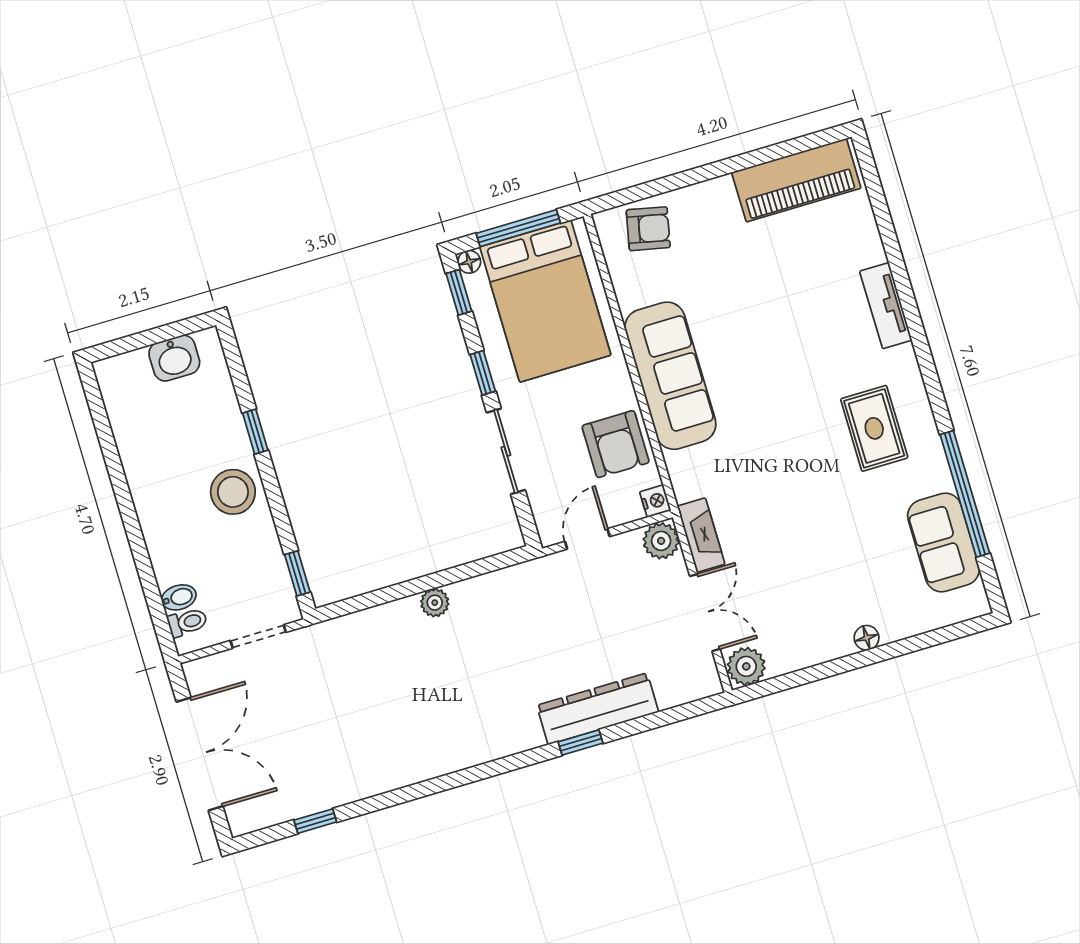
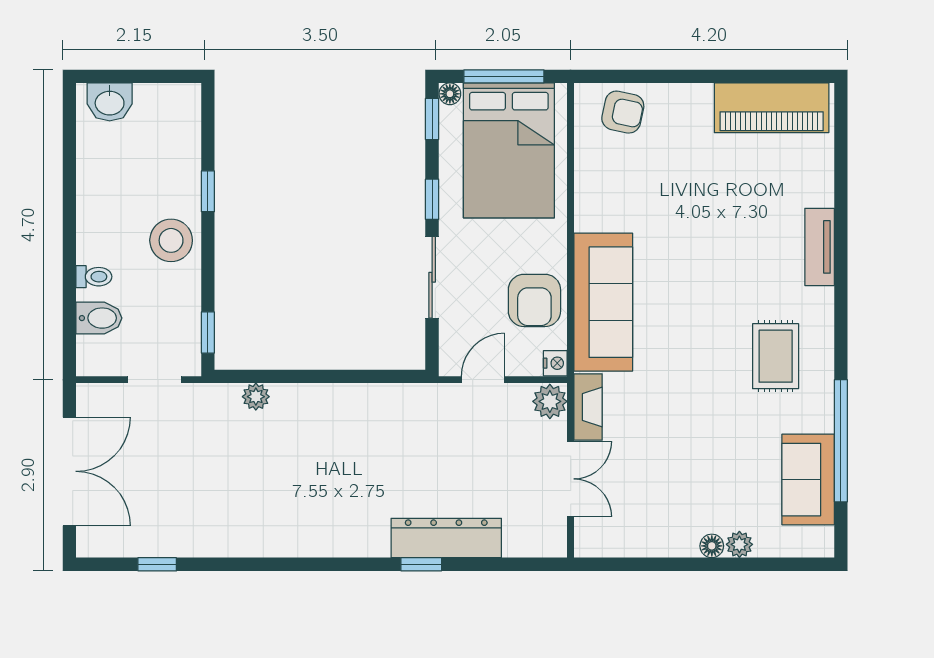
washbasin: (174, 358) -> (110, 102), moved
sofa: (670, 376) -> (603, 302), moved
bidet: (179, 597) -> (99, 318), width x1.38, depth x1.36
plant: (435, 603) -> (256, 397), moved
toilet: (187, 622) -> (94, 277), moved
plant: (746, 666) -> (739, 544), moved, width x0.73, depth x0.73

